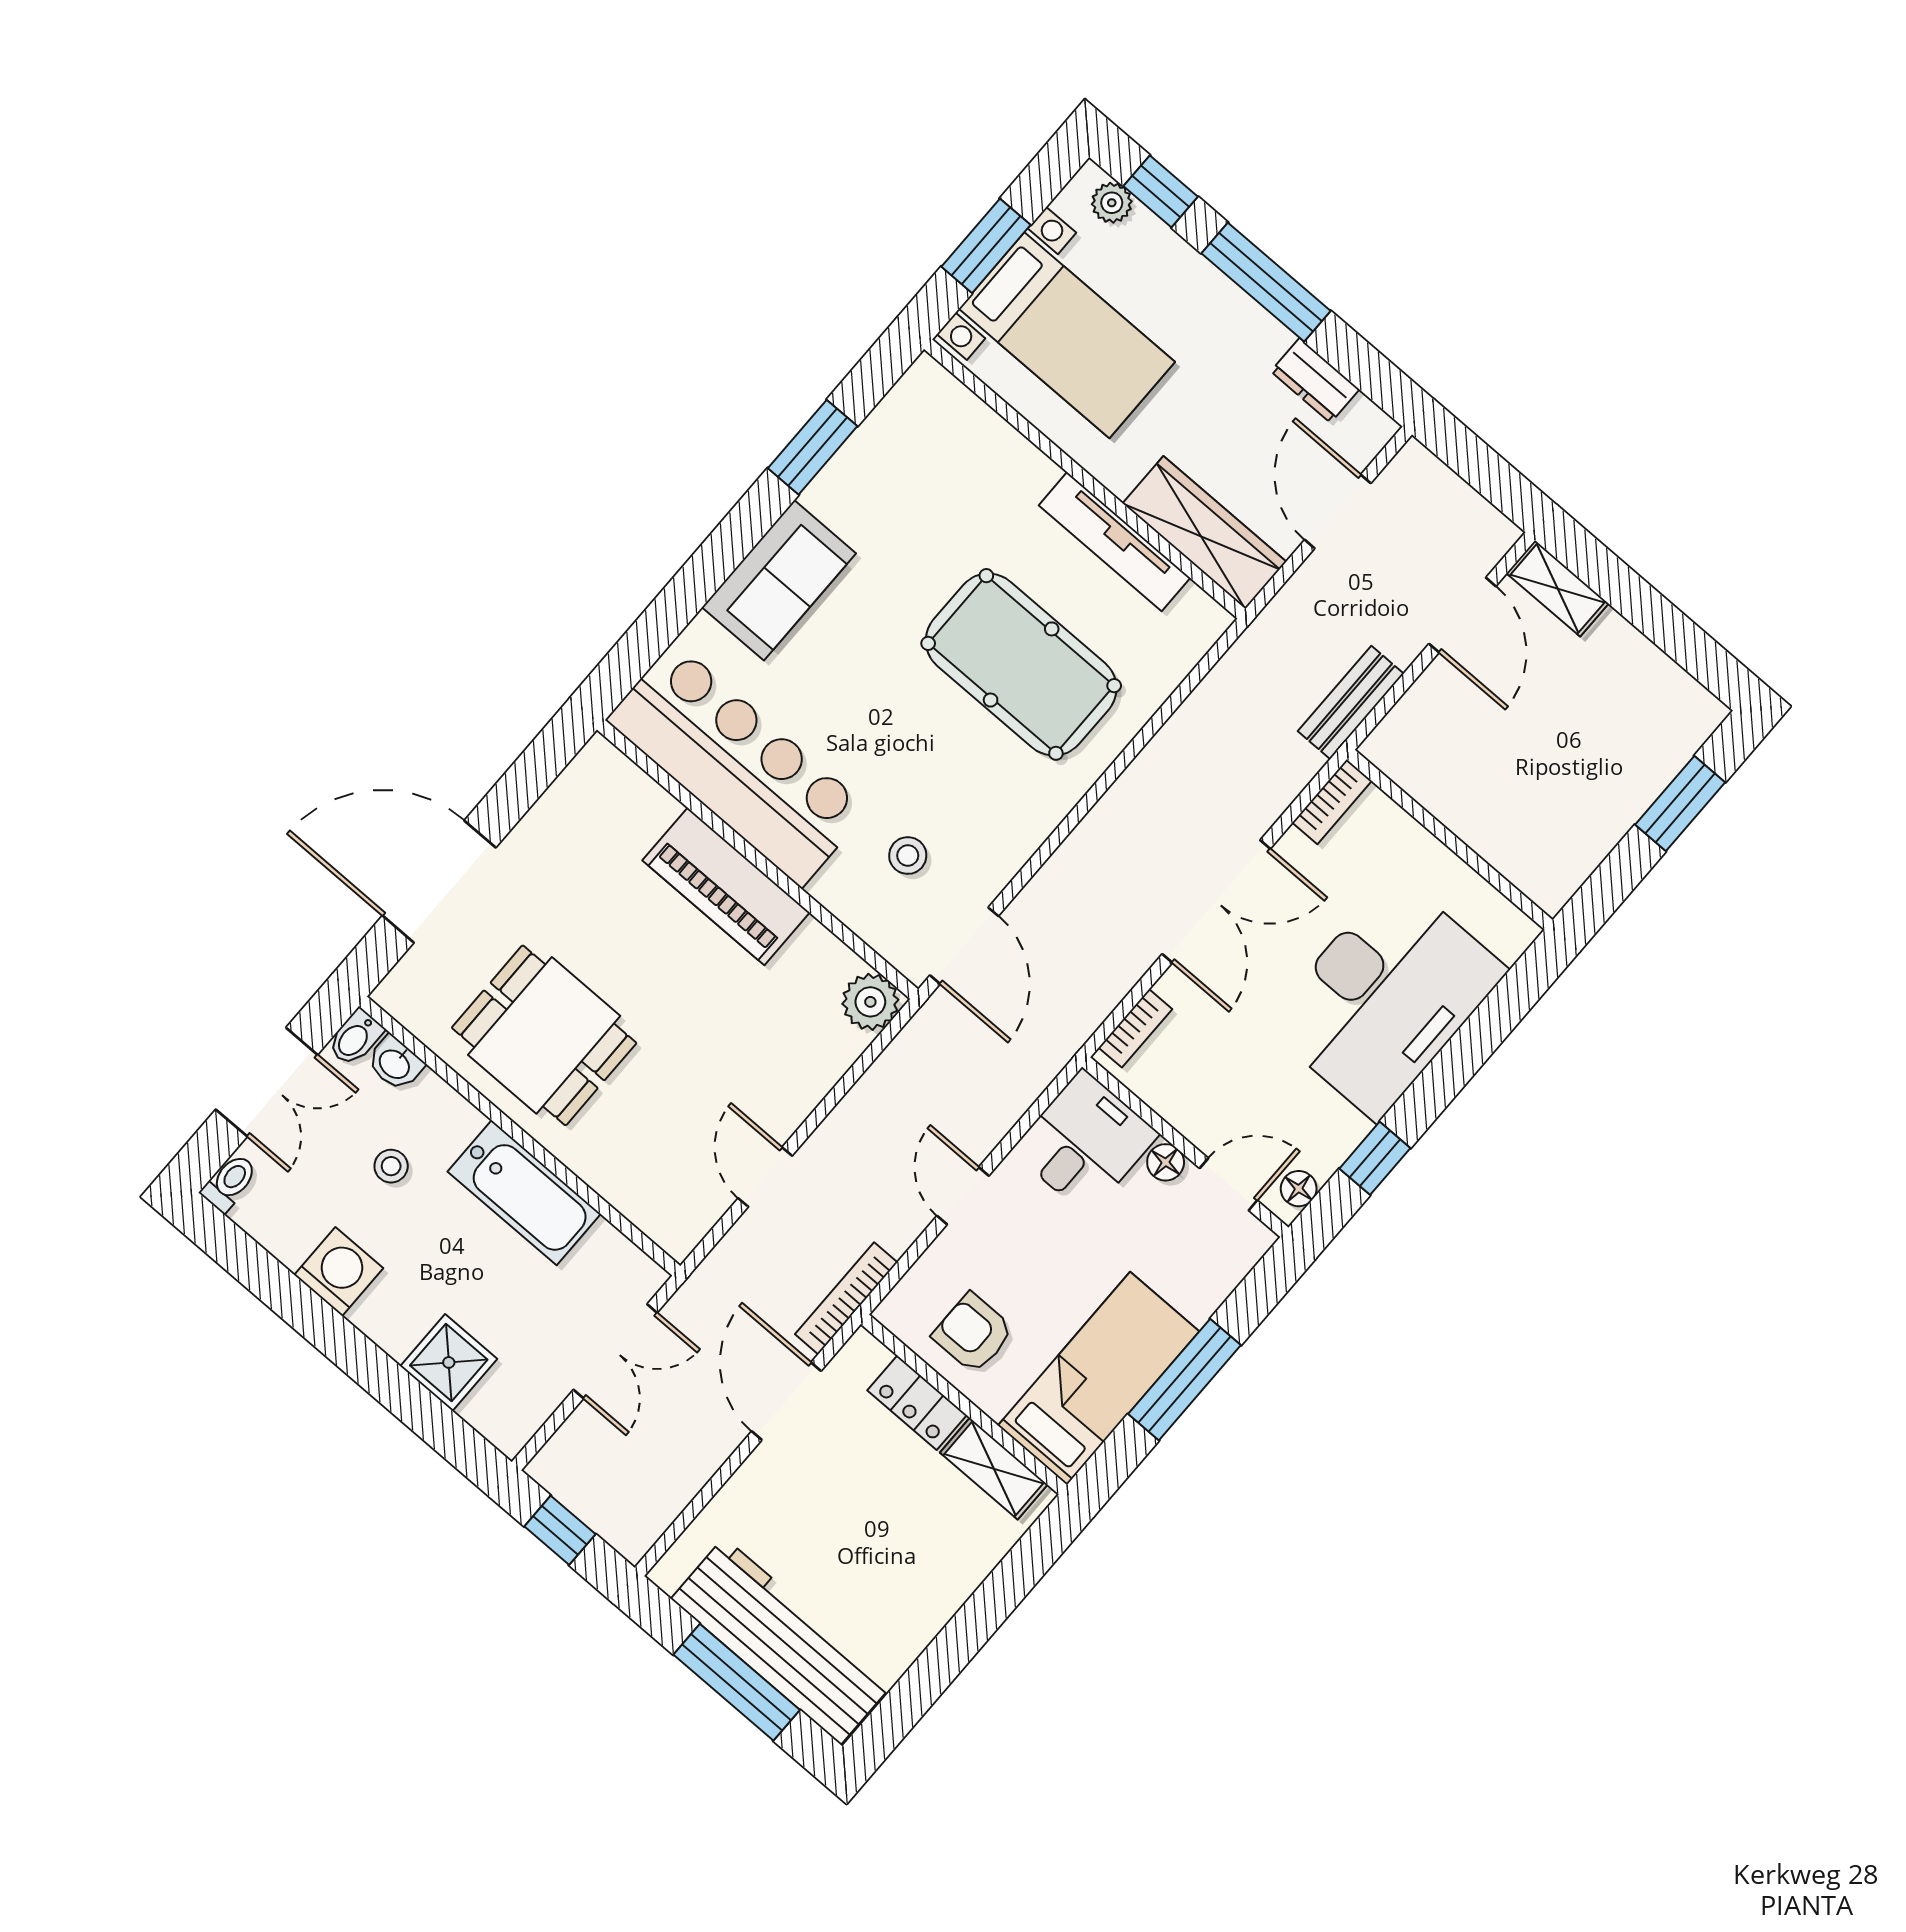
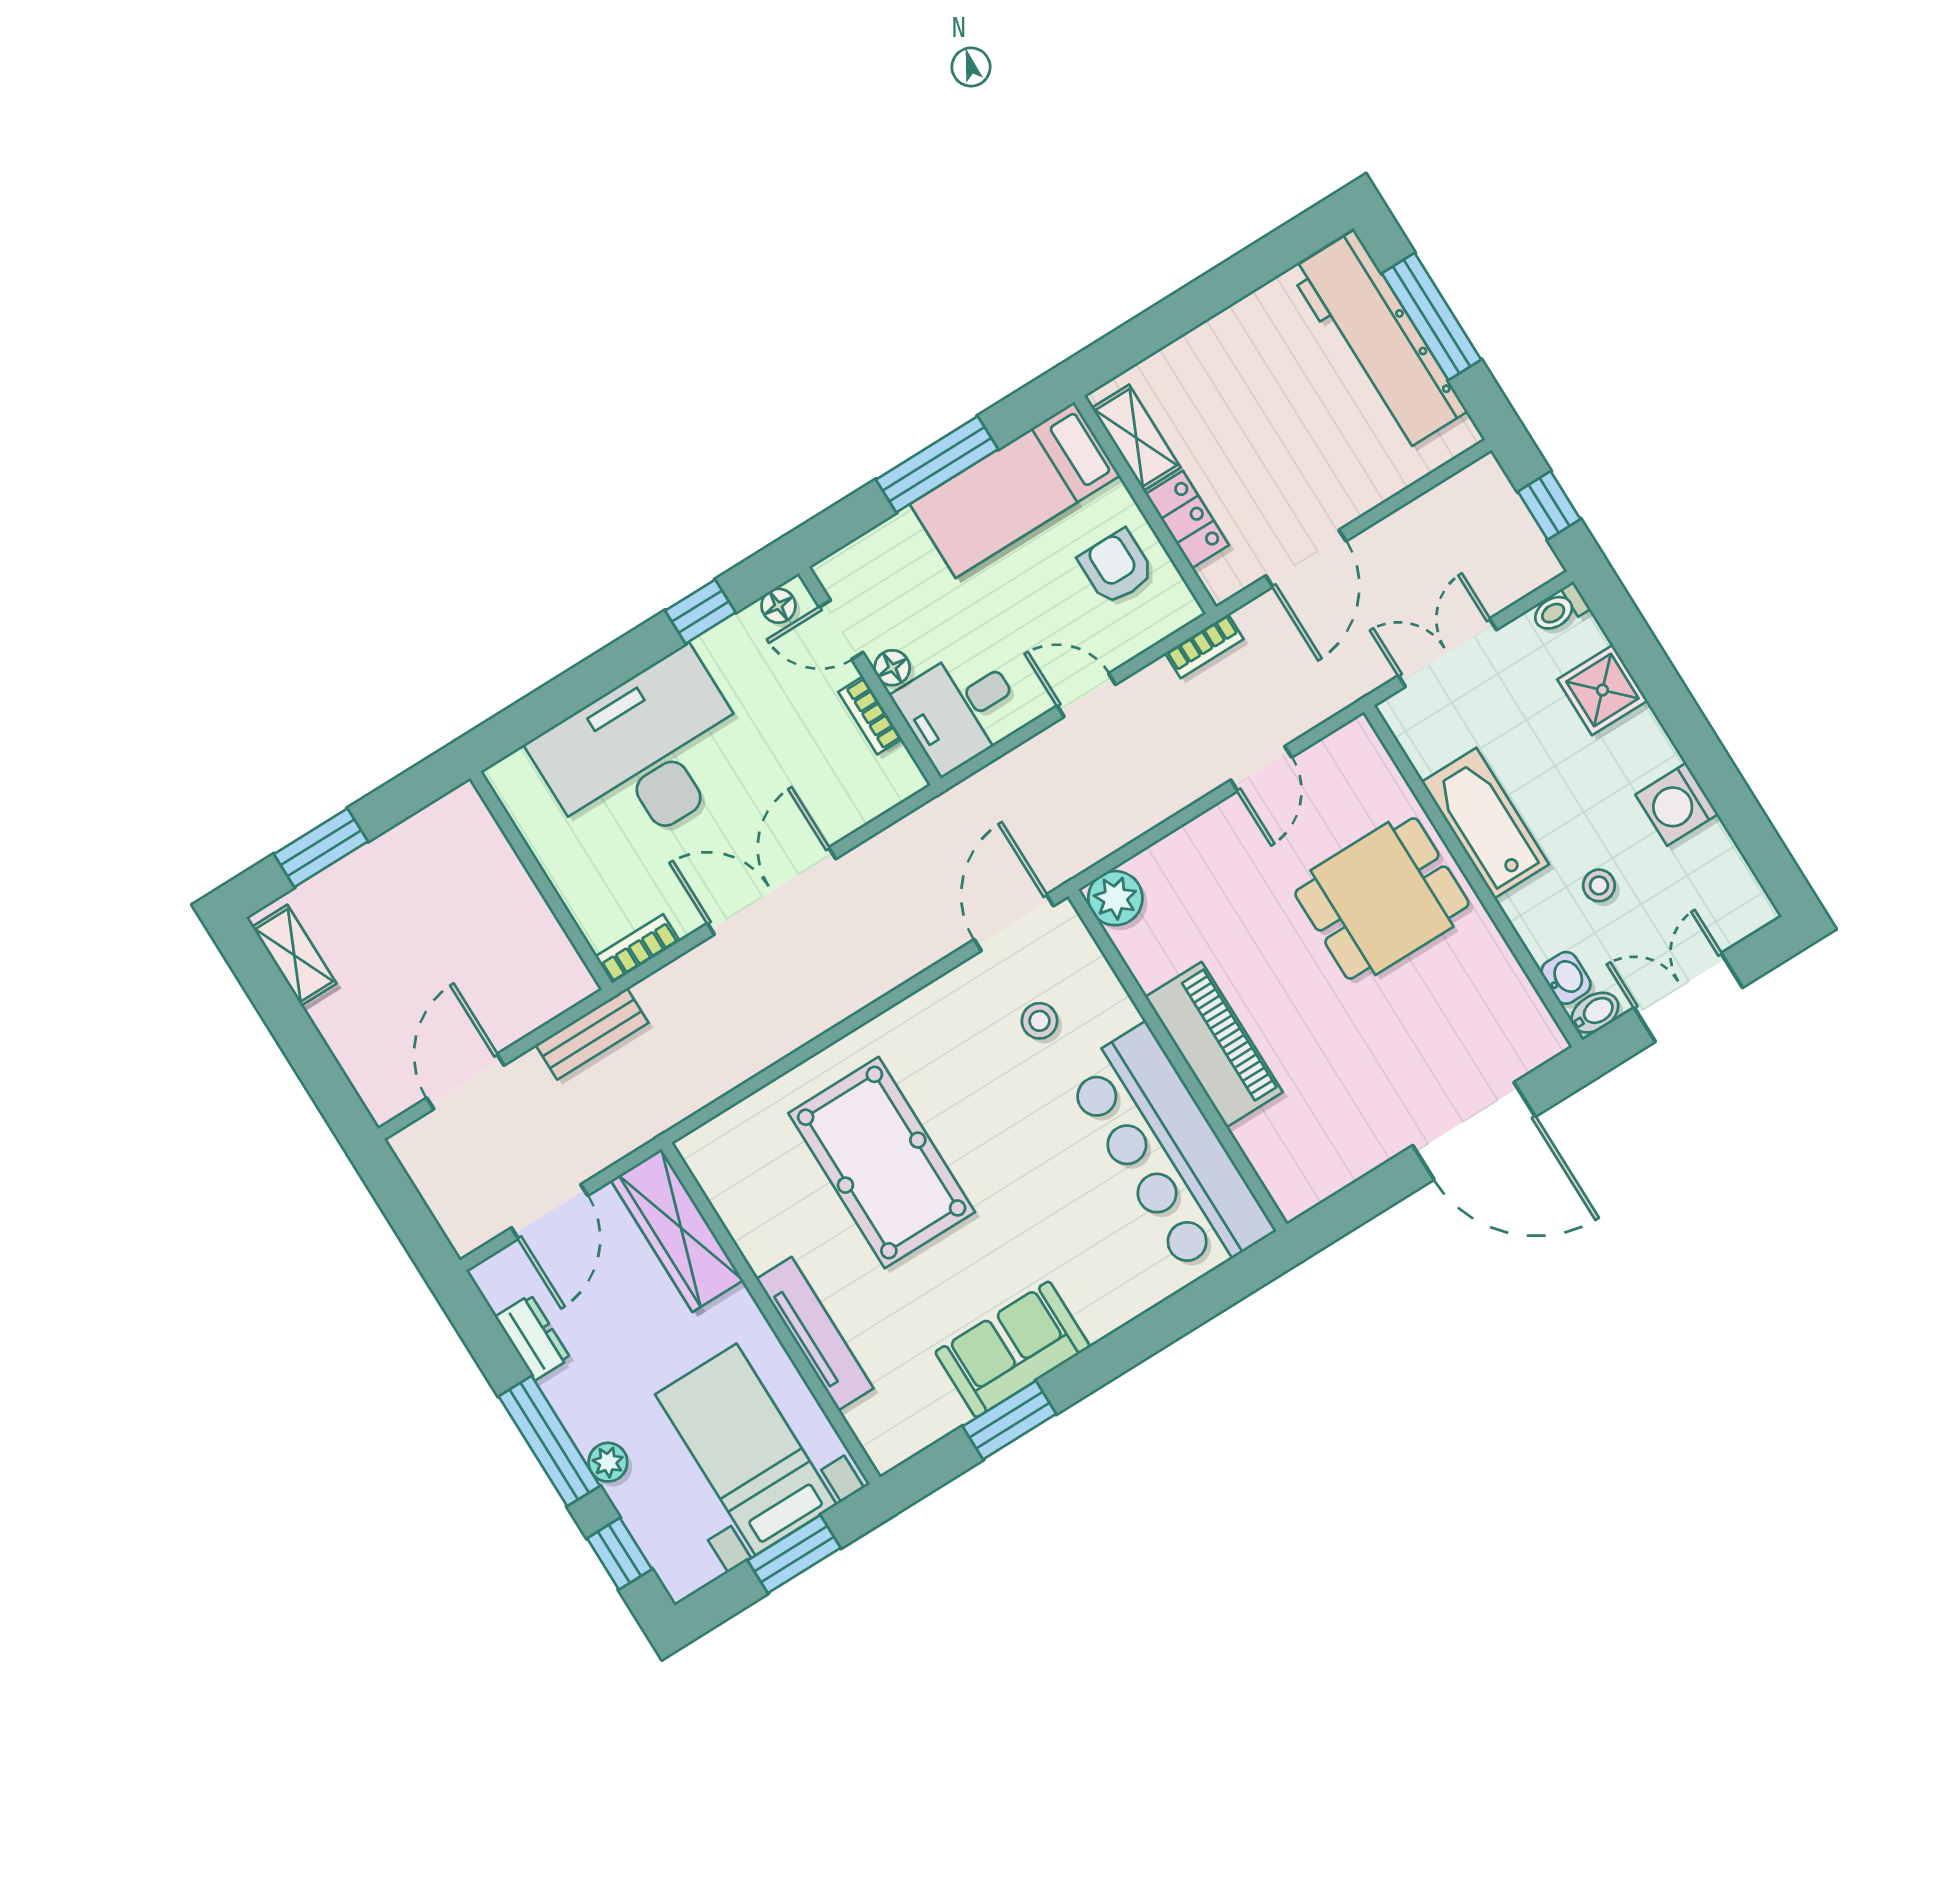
plant: (1112, 203) -> (608, 1462), moved
tv unit: (1114, 542) -> (815, 1334), moved
sofa: (779, 580) -> (1012, 1349), moved
shelving: (1558, 588) -> (294, 955), moved
bookcase: (1135, 1028) -> (870, 715), moved, turned -90
dining table: (544, 1035) -> (1382, 898), moved, turned 90
toilet: (230, 1183) -> (1559, 609), moved
door: (963, 1196) -> (1086, 695), swing flipped
bookcase: (846, 1298) -> (1204, 646), width x0.64
armchair: (973, 1333) -> (1116, 567), turned 180

